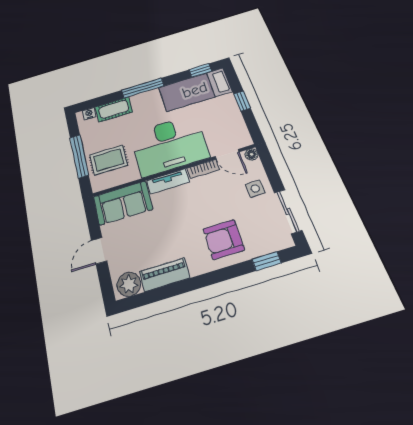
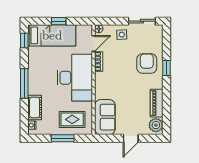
bed: (195, 90) -> (52, 35), moved, turned -90
window: (79, 156) -> (63, 138), width x0.69
rug: (109, 160) -> (72, 119), turned 90
tv unit: (168, 181) -> (100, 85), removed
armchair: (224, 239) -> (147, 63), turned 180
door: (99, 251) -> (131, 138), hinge flipped
window: (267, 261) -> (166, 68), moved

